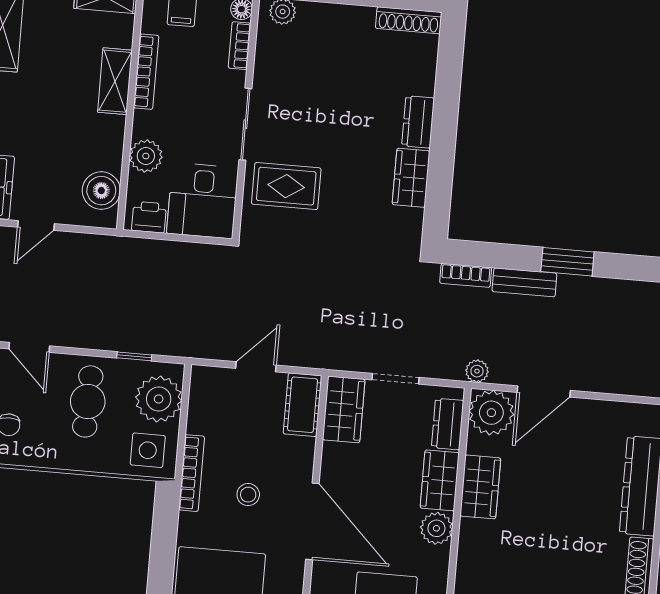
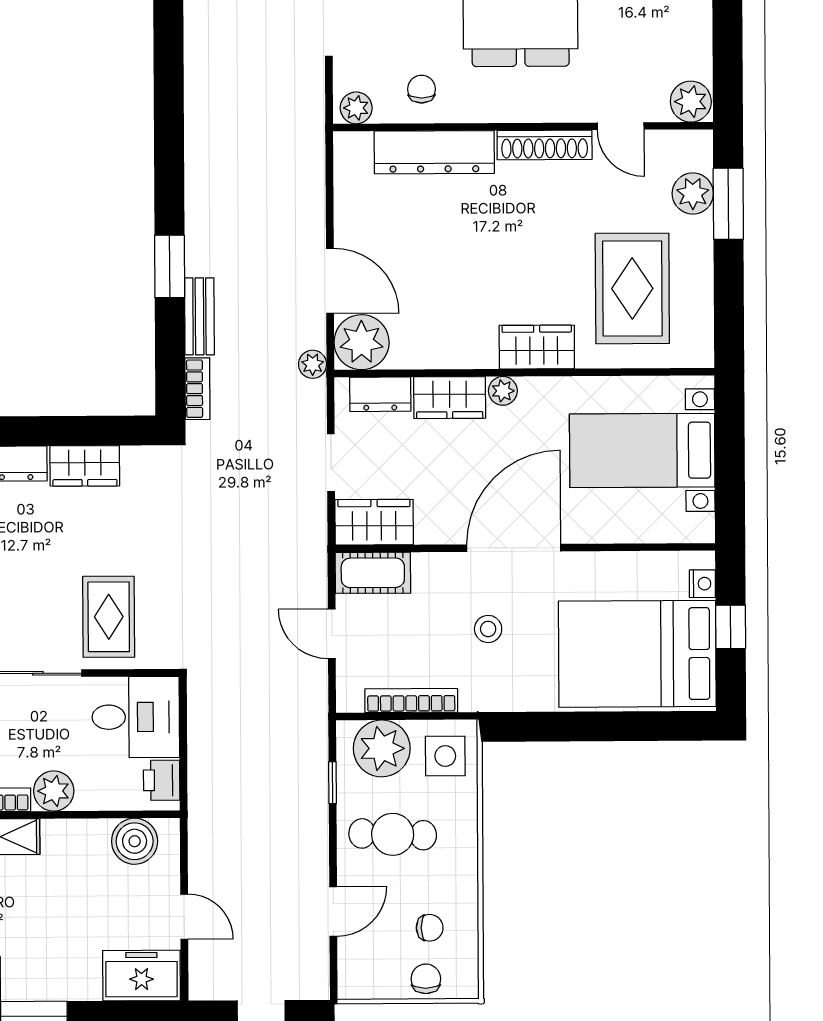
plant: (146, 156) -> (54, 791), moved
bookcase: (192, 473) -> (411, 701), moved
wardrobe: (480, 487) -> (537, 347), moved
plant: (436, 528) -> (503, 391), width x0.73, depth x0.73

